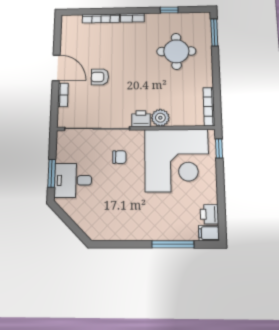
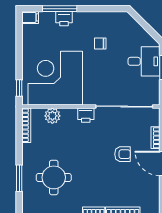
window: (214, 32) -> (19, 178), moved
plant: (160, 118) -> (52, 116), moved
chair: (119, 157) -> (100, 44), moved
printer: (209, 214) -> (64, 19), moved, turned 90

